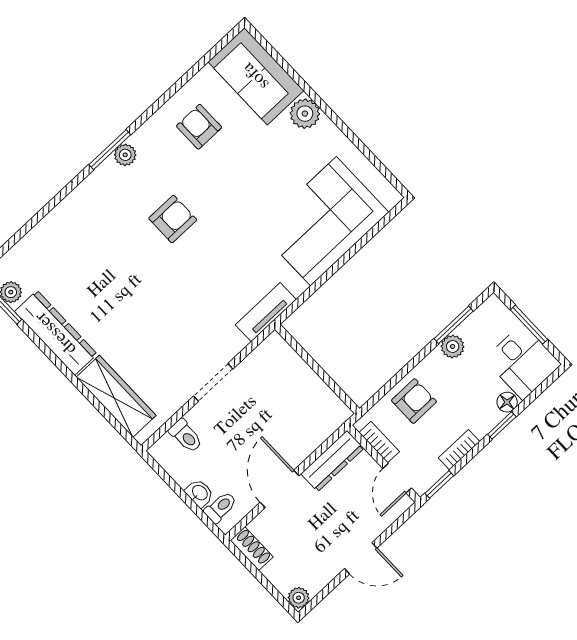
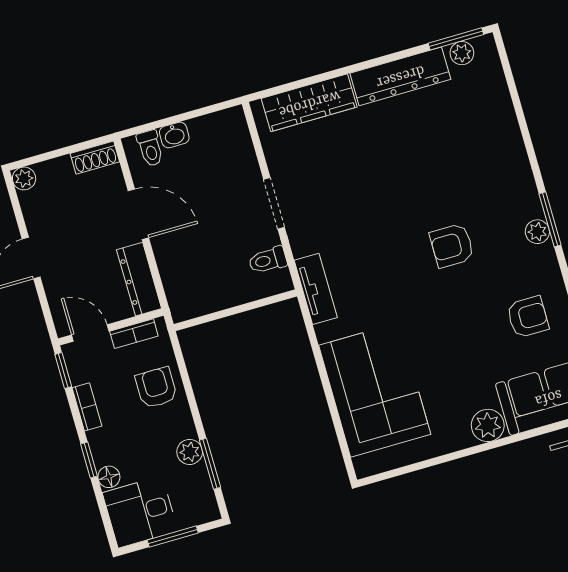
armchair: (173, 219) -> (452, 246), turned 90
armchair: (414, 401) -> (156, 388), turned 180
toilet: (186, 436) -> (268, 260), moved

